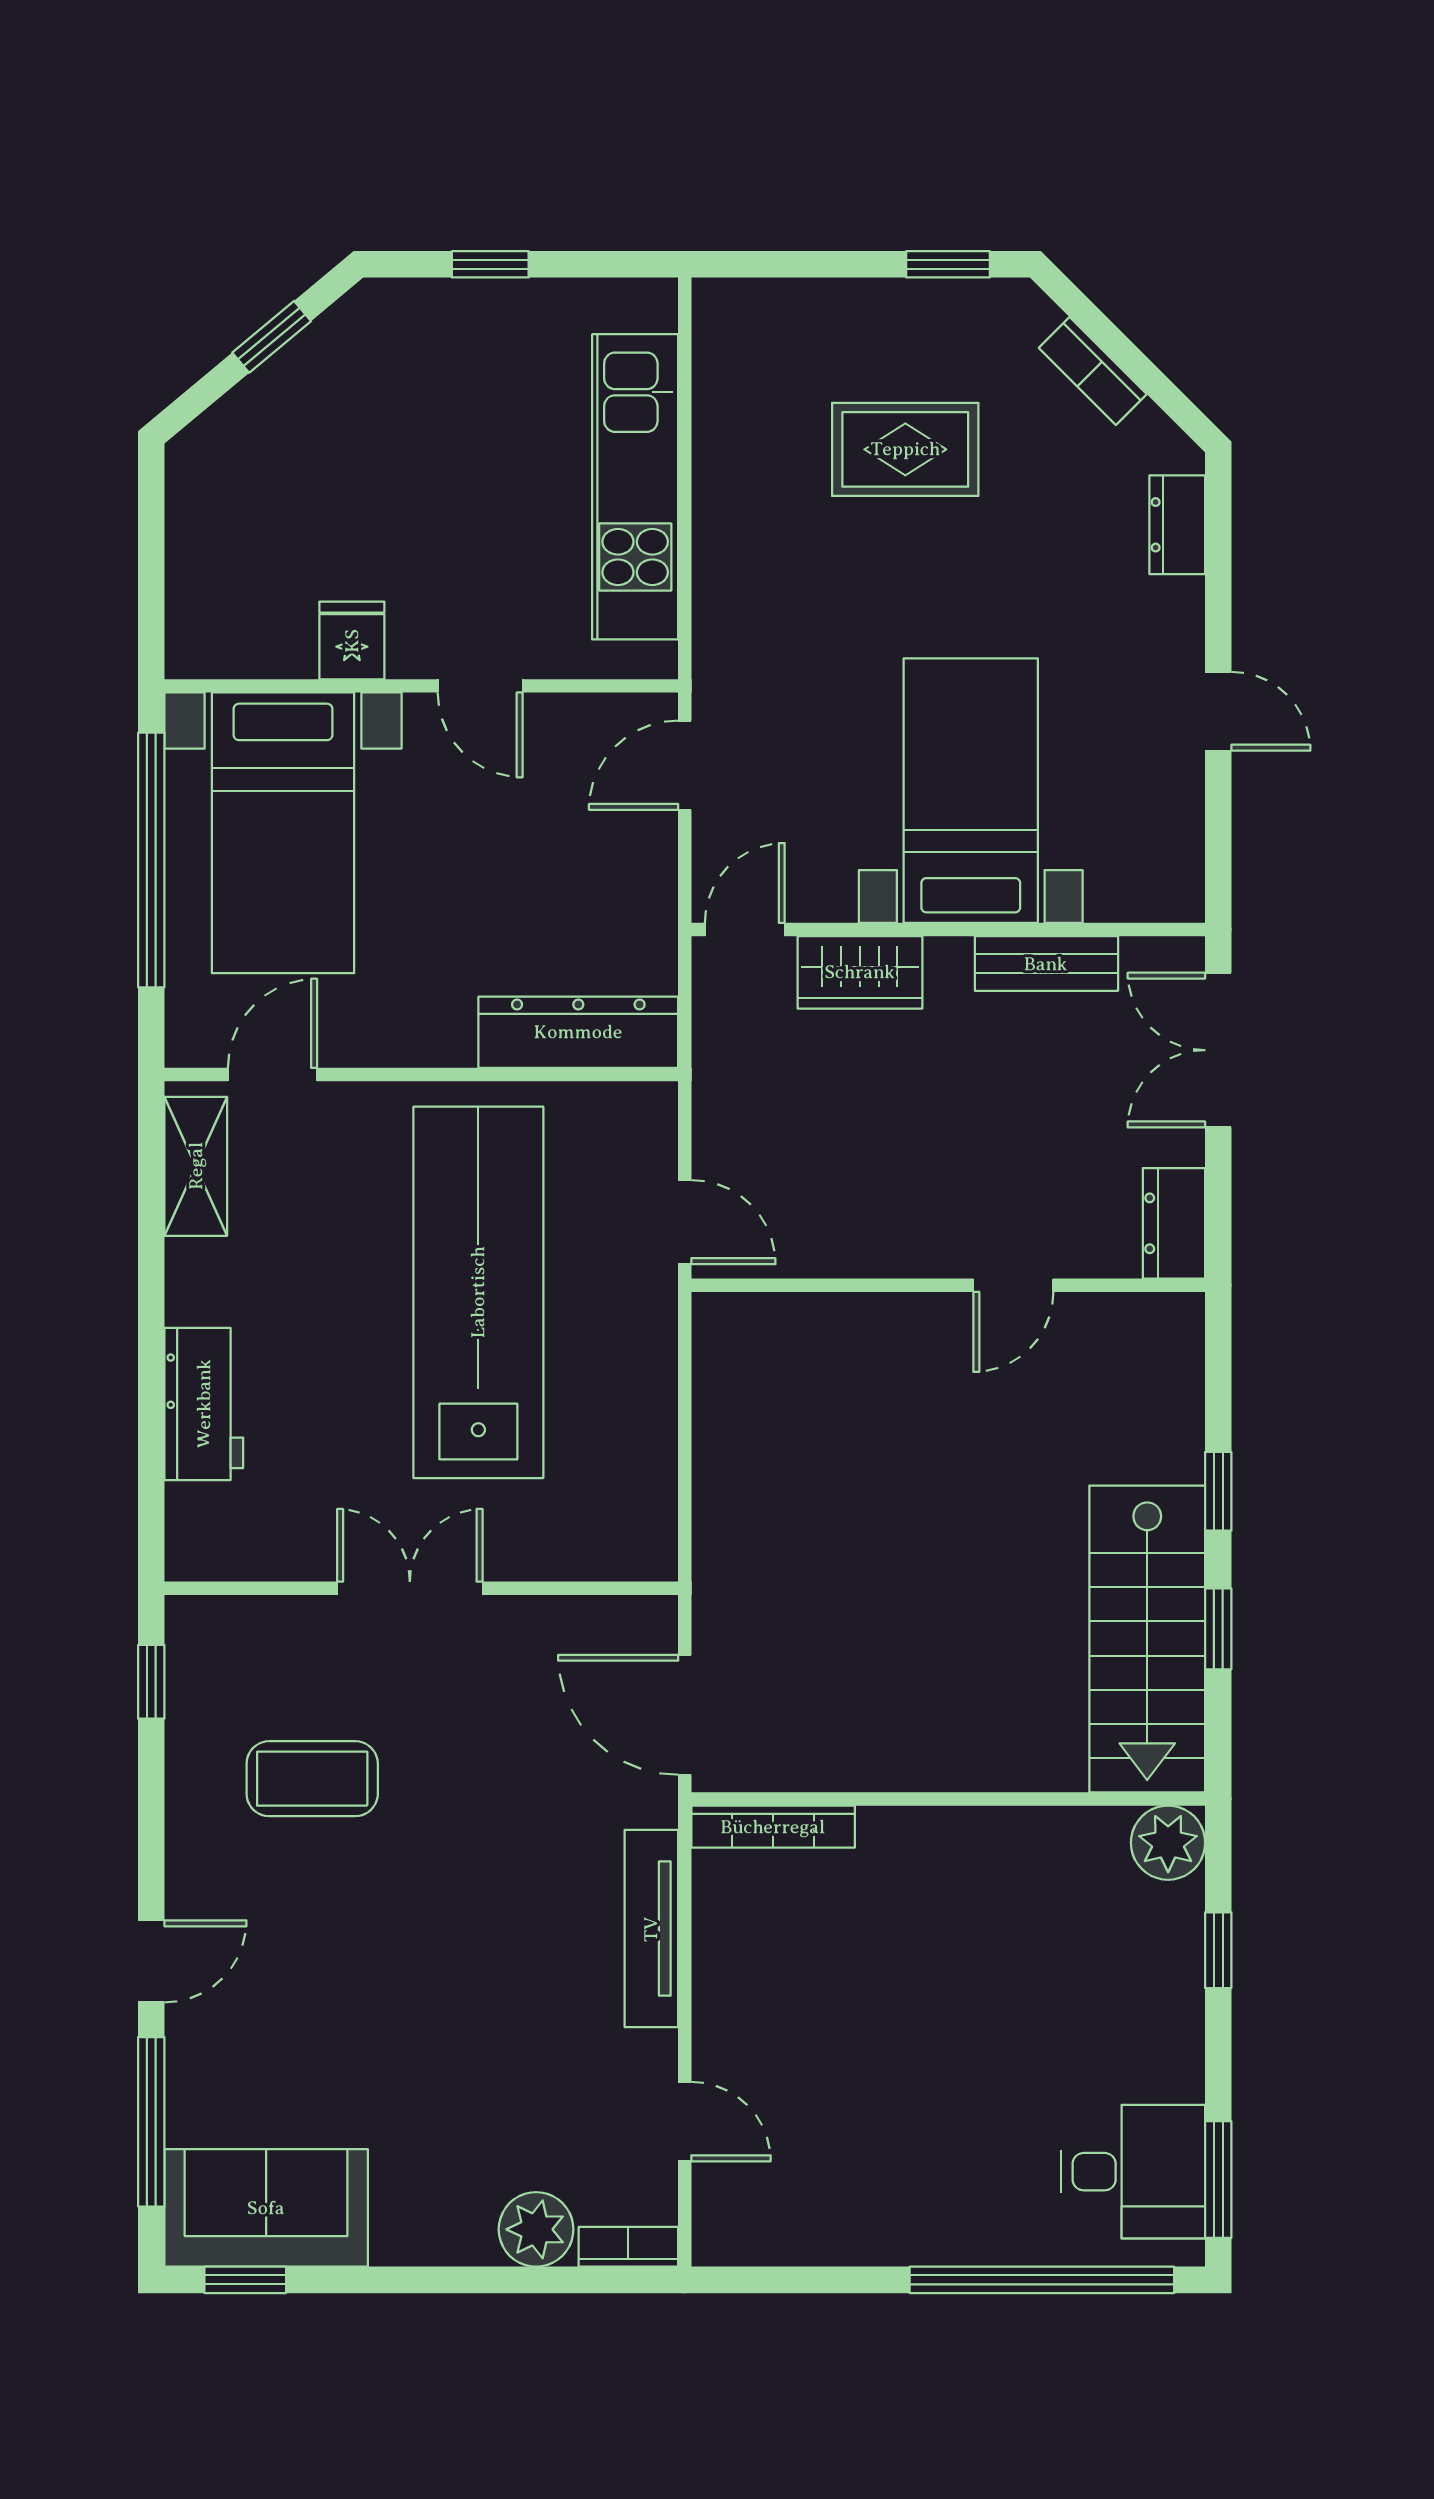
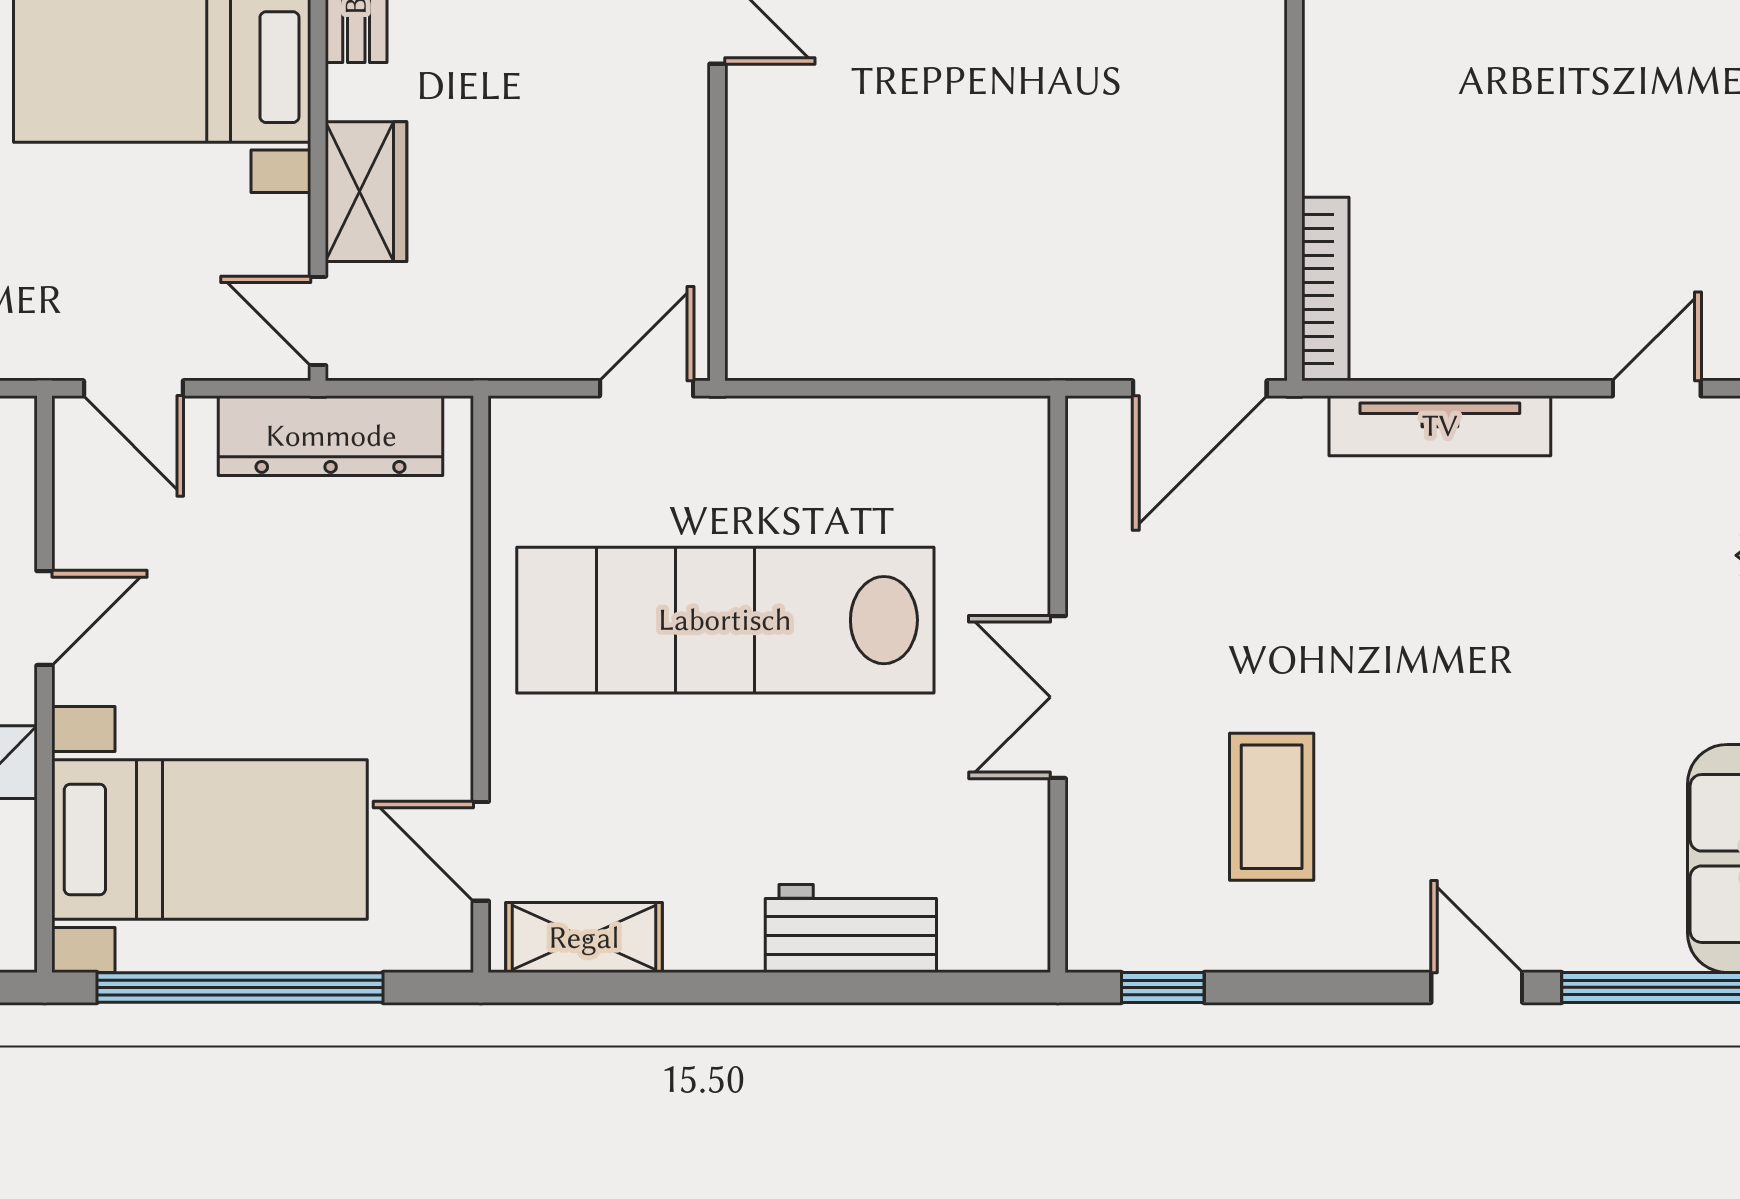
dresser: (578, 1032) -> (331, 436), moved, turned -90

